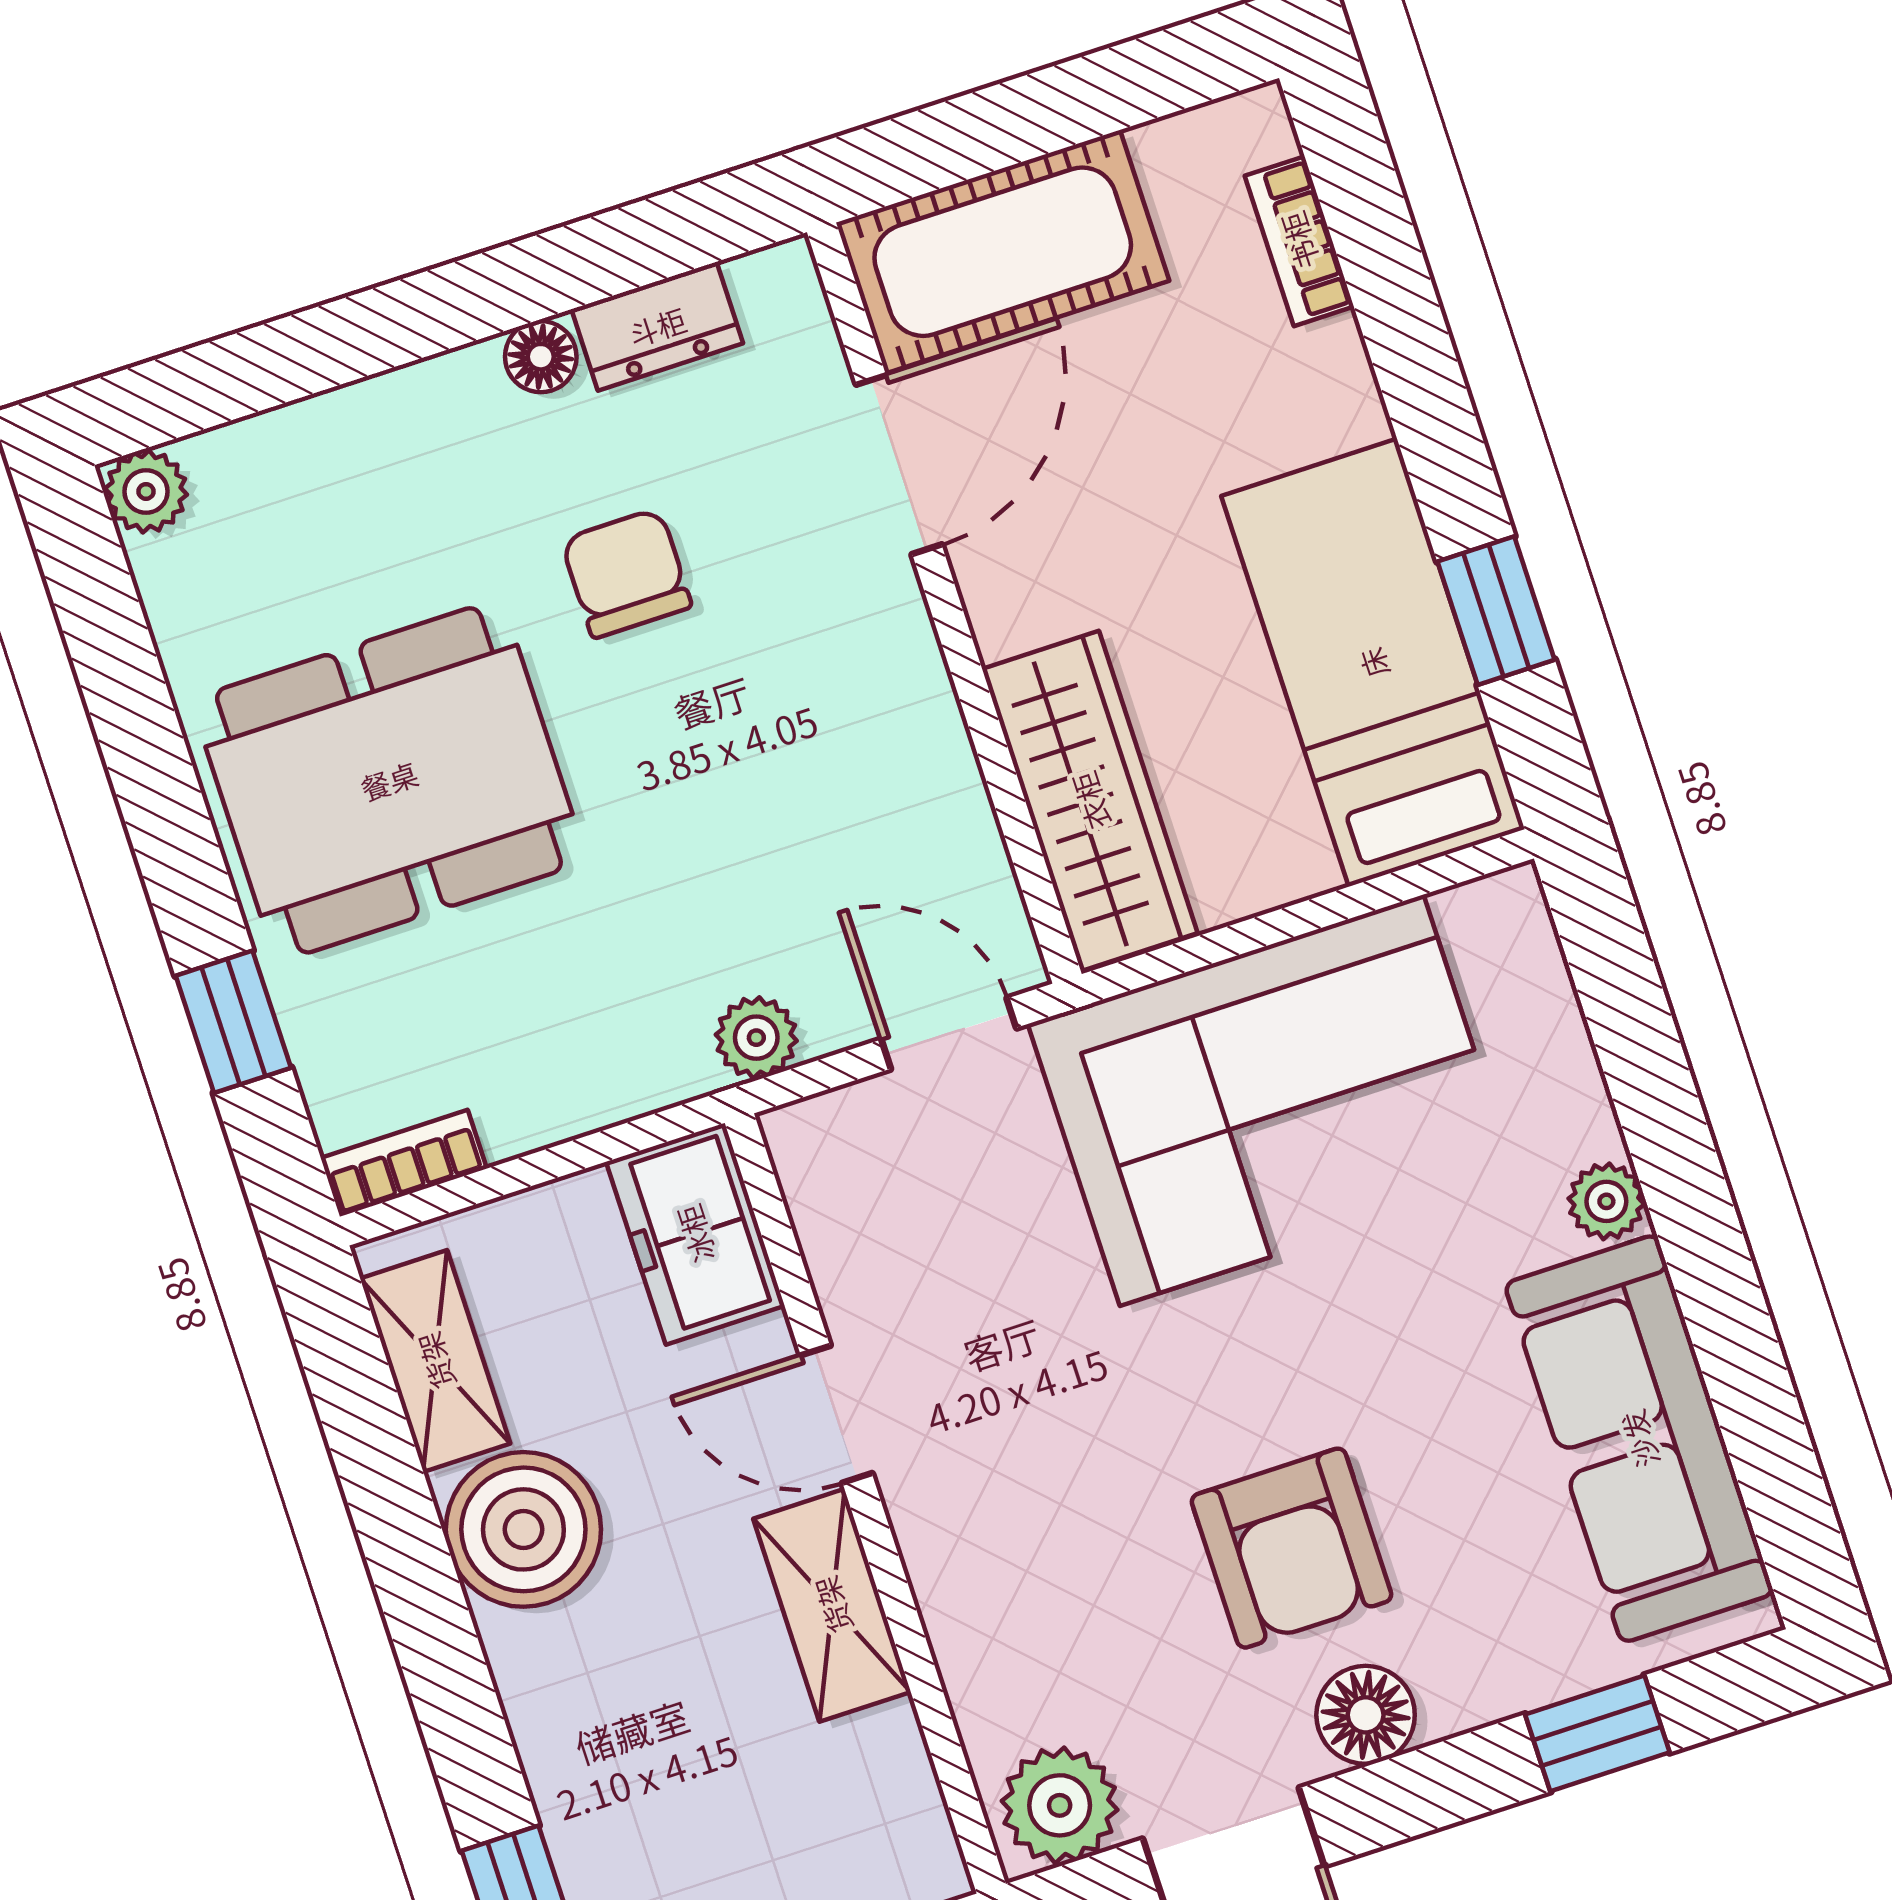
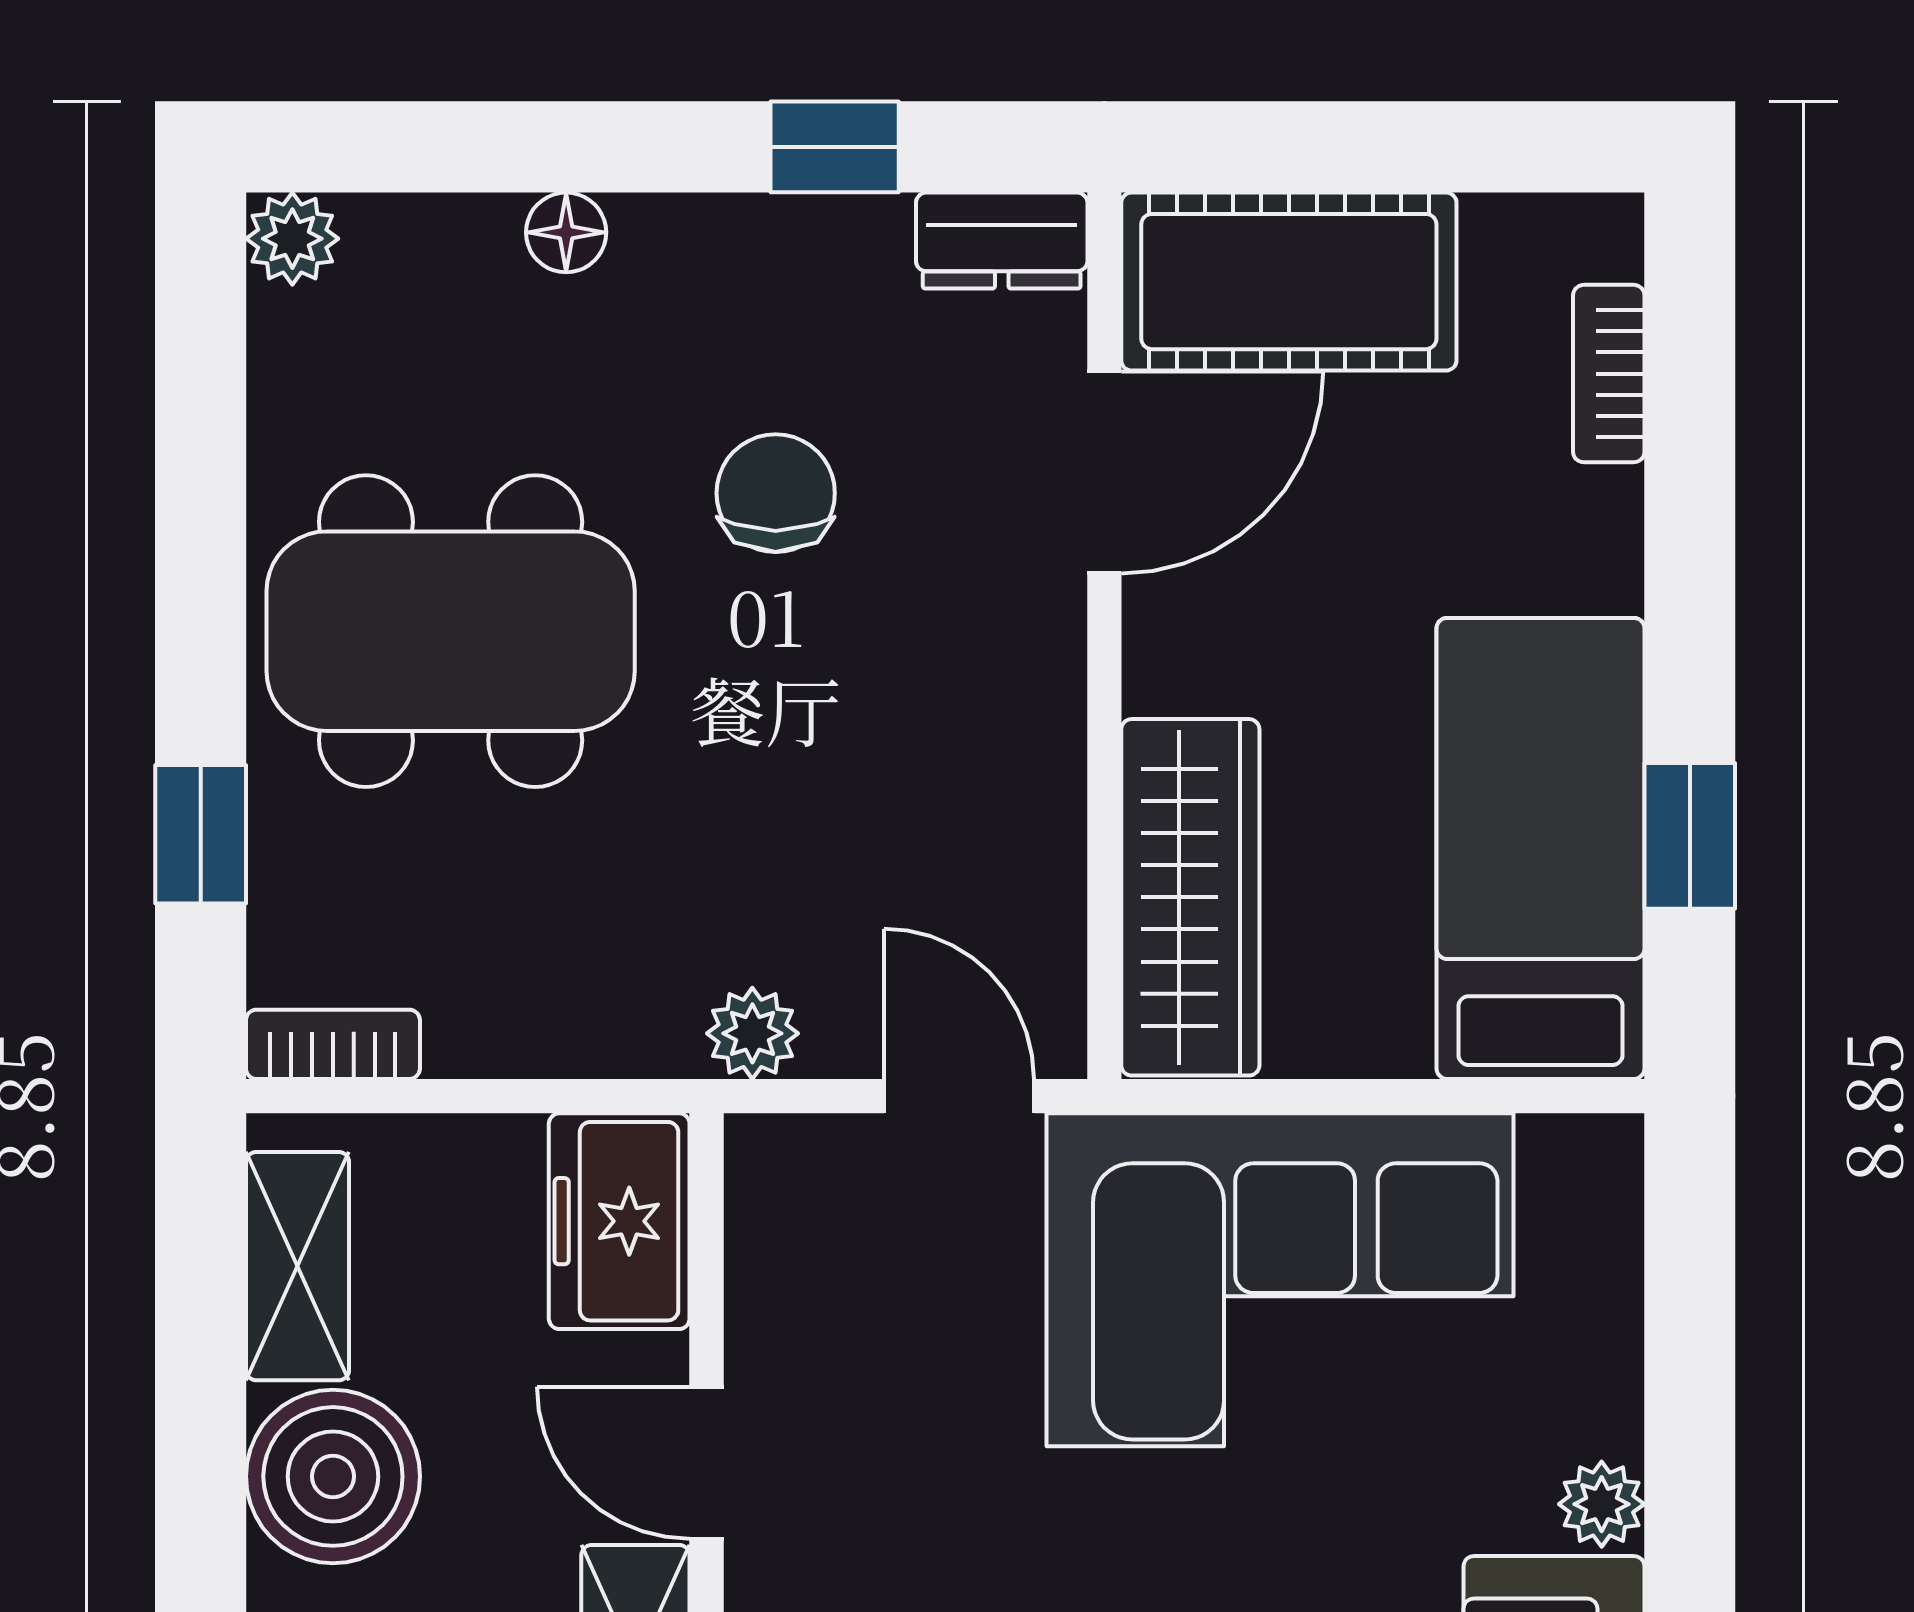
window: (580, 264) -> (835, 147), added
dresser: (657, 326) -> (1002, 241), moved
floor lamp: (541, 357) -> (566, 232), moved

